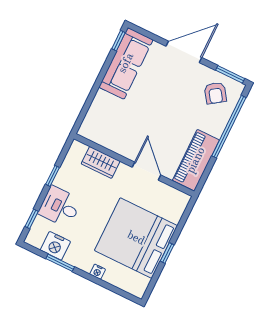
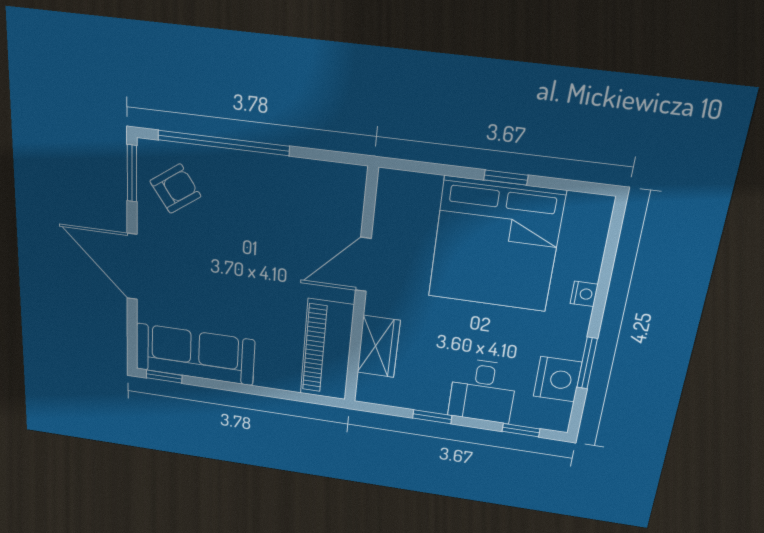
piano: (196, 160) -> (327, 350), moved, turned 90

